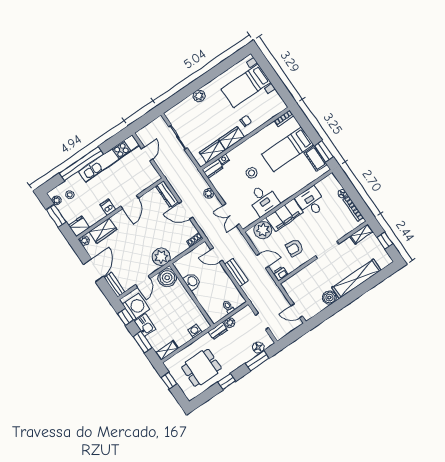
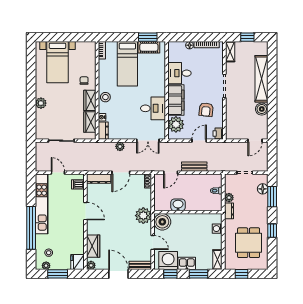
stool: (252, 173) -> (105, 97), moved
dishwasher: (108, 207) -> (78, 184), moved

